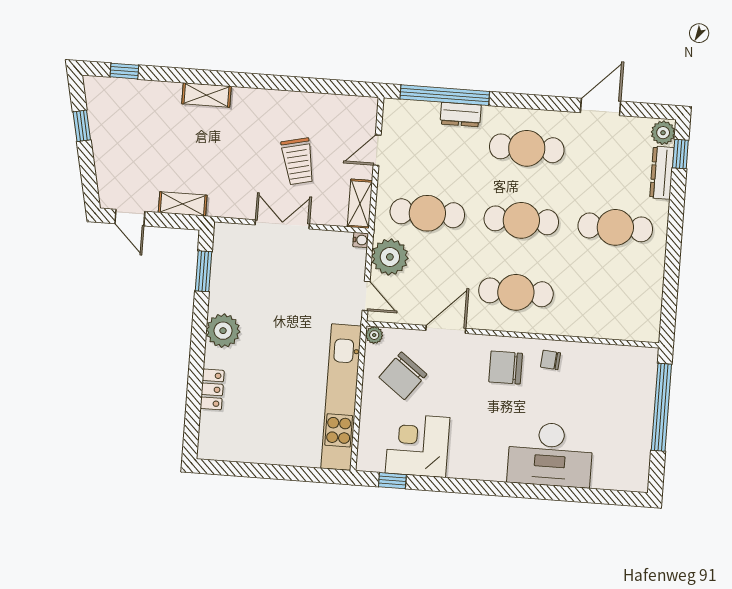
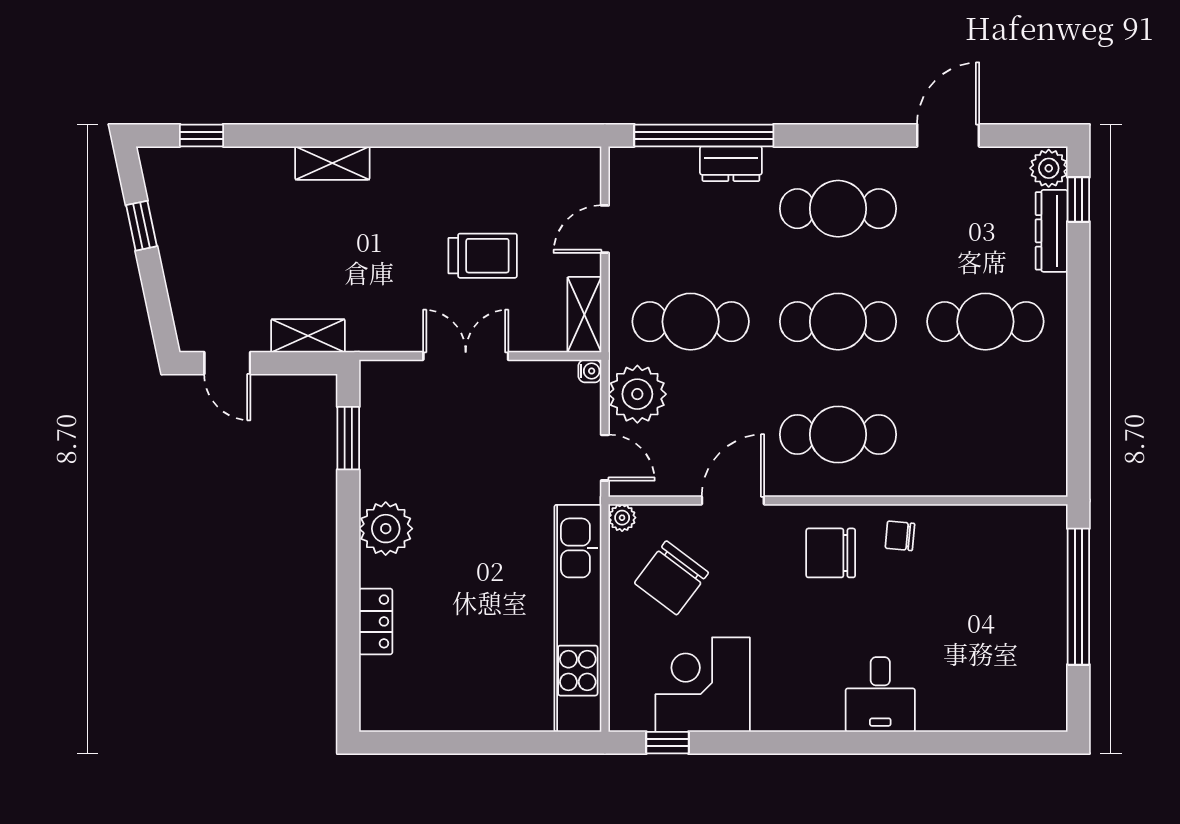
trolley: (298, 161) -> (483, 256), turned -77
desk: (550, 454) -> (880, 694), width x0.53, depth x0.77

